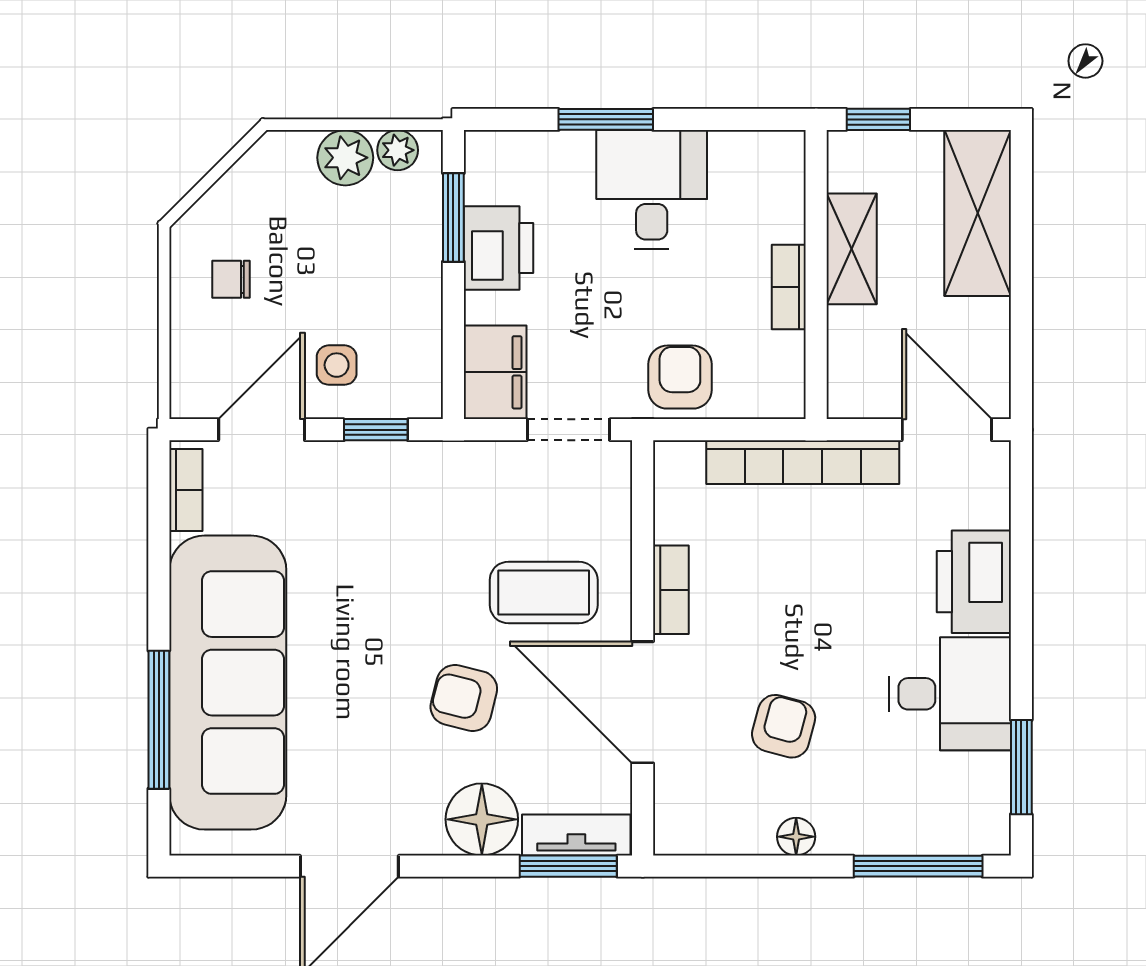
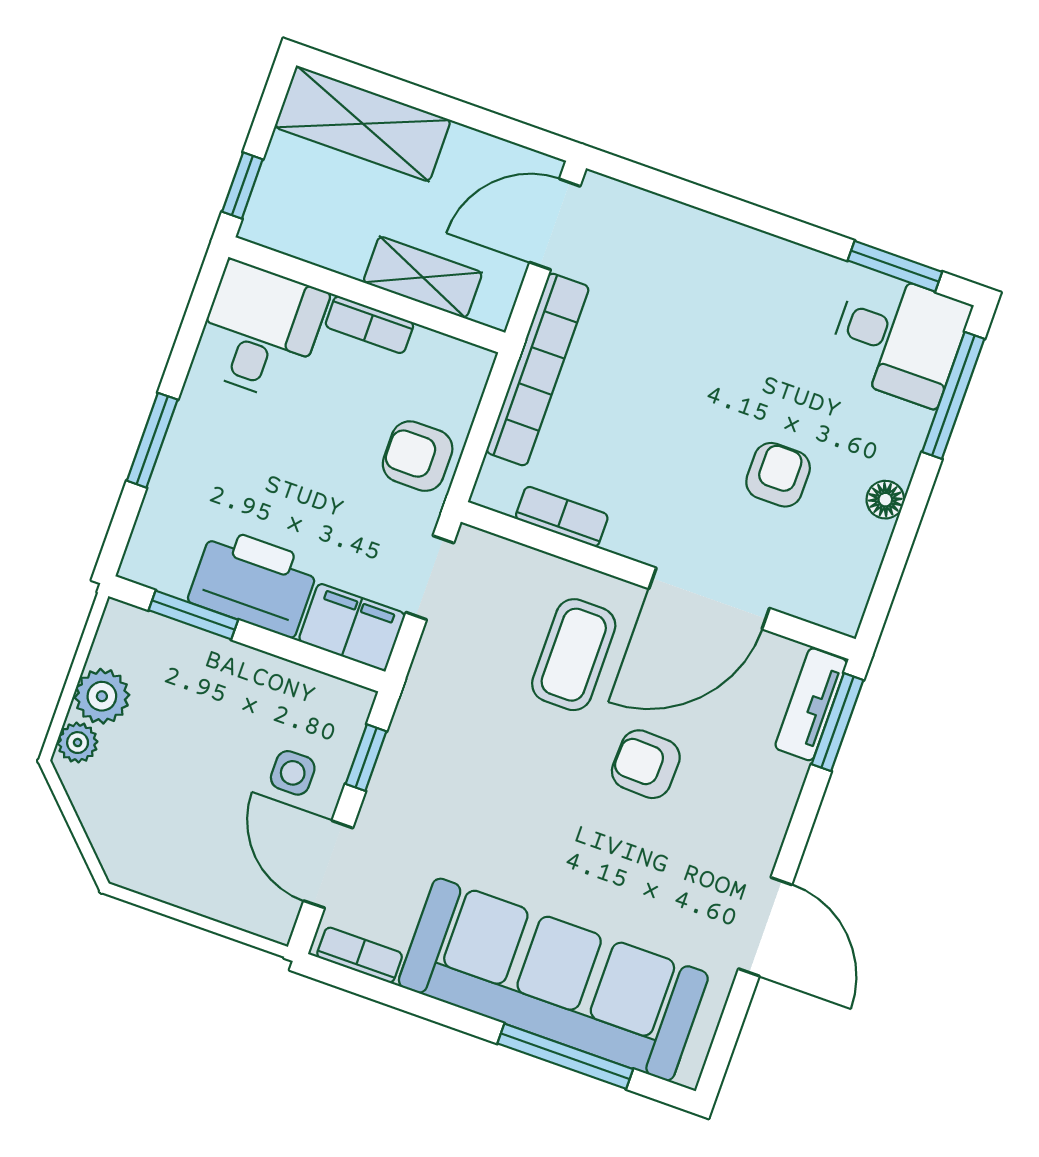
plant: (398, 150) -> (78, 743), moved
desk: (652, 190) -> (260, 331), moved, turned 90
printer: (499, 248) -> (254, 582), width x1.37, depth x1.19
shelving: (852, 249) -> (423, 277), moved
chair: (231, 279) -> (178, 843), removed
printer: (974, 582) -> (706, 249), removed
bookcase: (671, 590) -> (562, 517), moved
desk: (950, 694) -> (898, 338), moved, turned 90
armchair: (464, 698) -> (646, 764), turned 78
armchair: (784, 726) -> (778, 475), turned 75
floor lamp: (482, 819) -> (765, 788), removed

